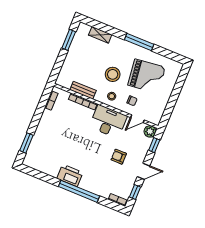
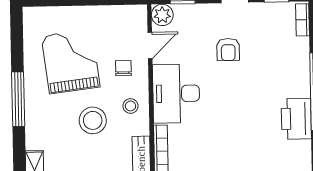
door: (137, 119) -> (150, 46), hinge flipped

